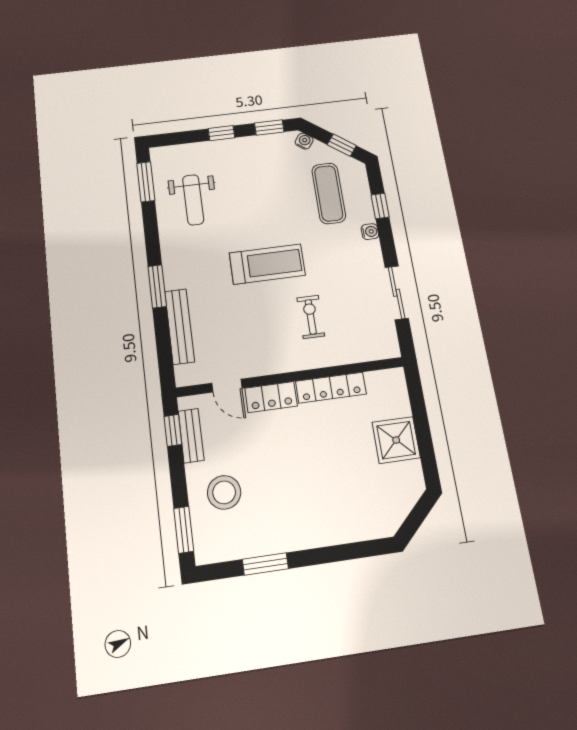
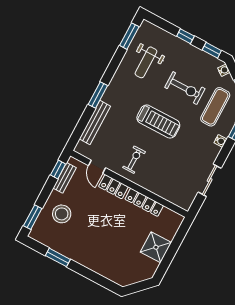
exercise bike: (270, 197) -> (185, 88), added
exercise bike: (311, 317) -> (134, 160), moved

